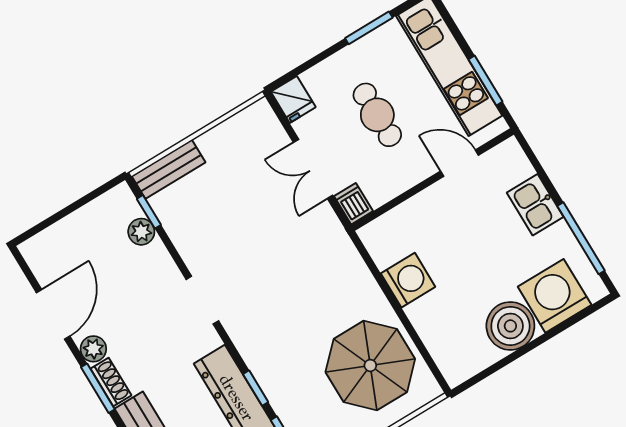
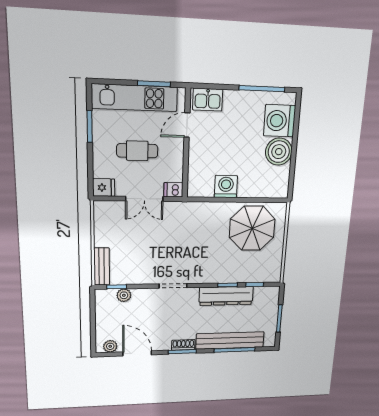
kitchen sink: (535, 205) -> (208, 100), moved
plant: (93, 349) -> (110, 346), moved

